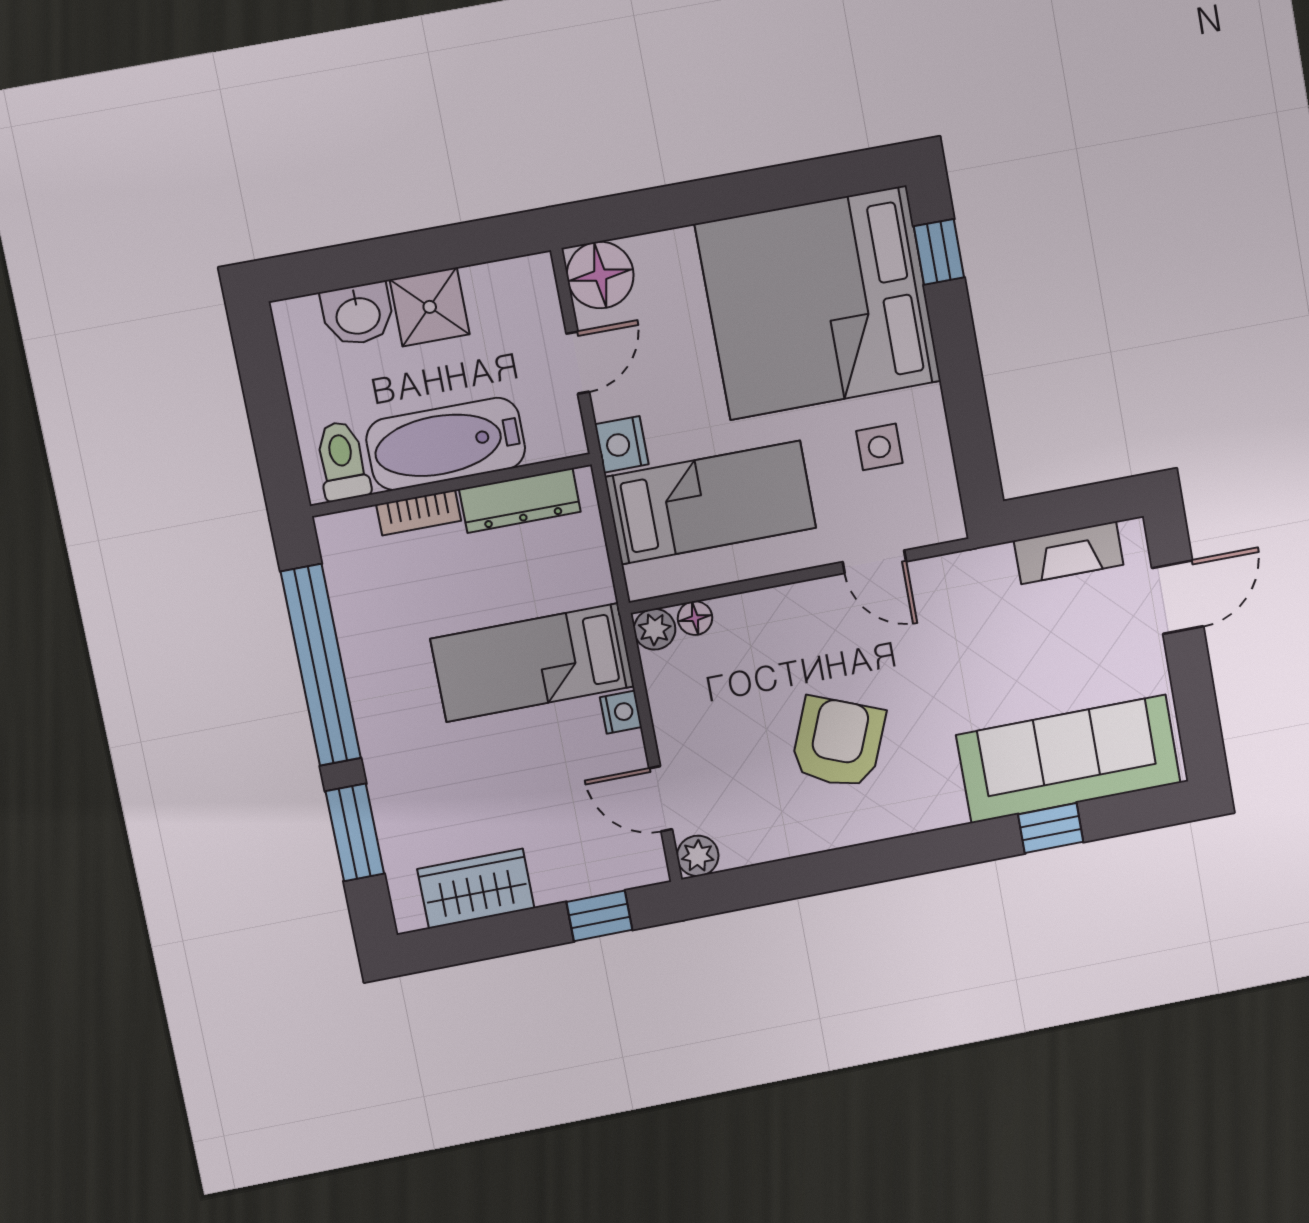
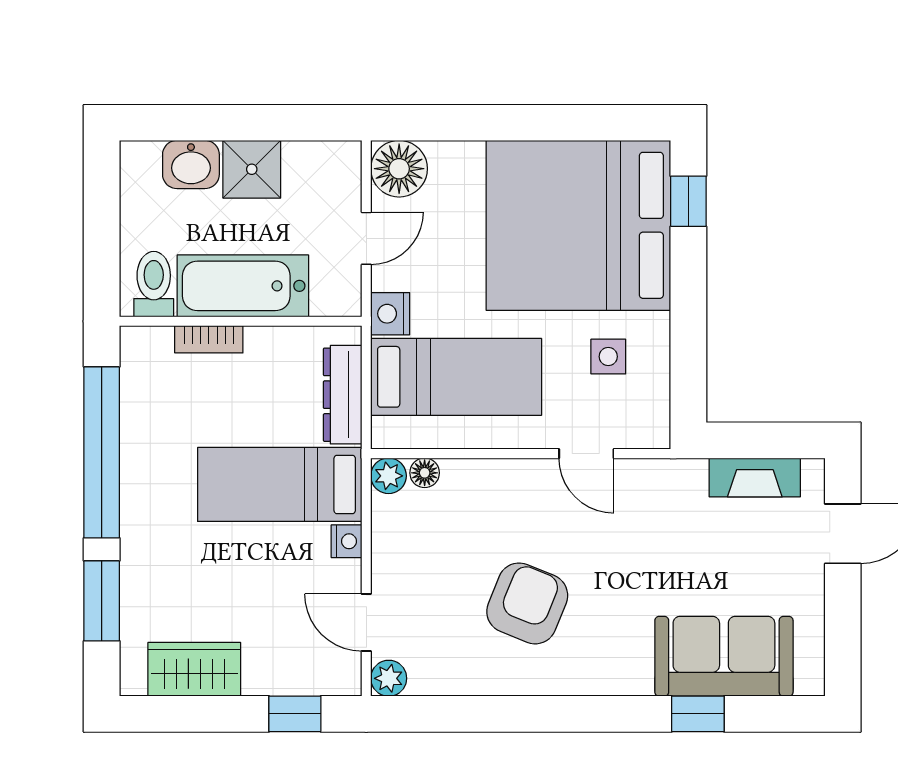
dresser: (520, 500) -> (343, 395), moved, turned 90
sofa: (1069, 759) -> (724, 656), width x0.73

